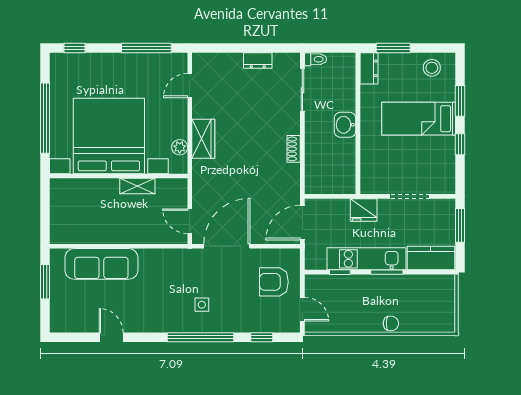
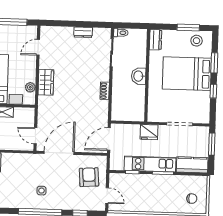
window: (393, 48) -> (188, 27), moved
bed: (419, 119) -> (187, 74), width x1.50
armchair: (274, 282) -> (89, 177), turned 86
chair: (391, 323) -> (192, 199), moved

